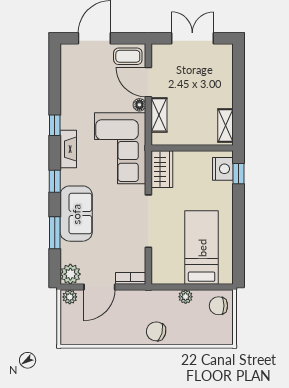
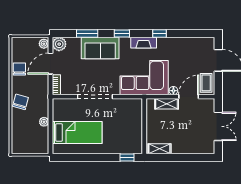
wardrobe: (162, 169) -> (130, 106), removed
nightstand: (223, 169) -> (130, 147), removed
door: (99, 287) -> (50, 64), hinge flipped
chair: (218, 306) -> (19, 69), moved

